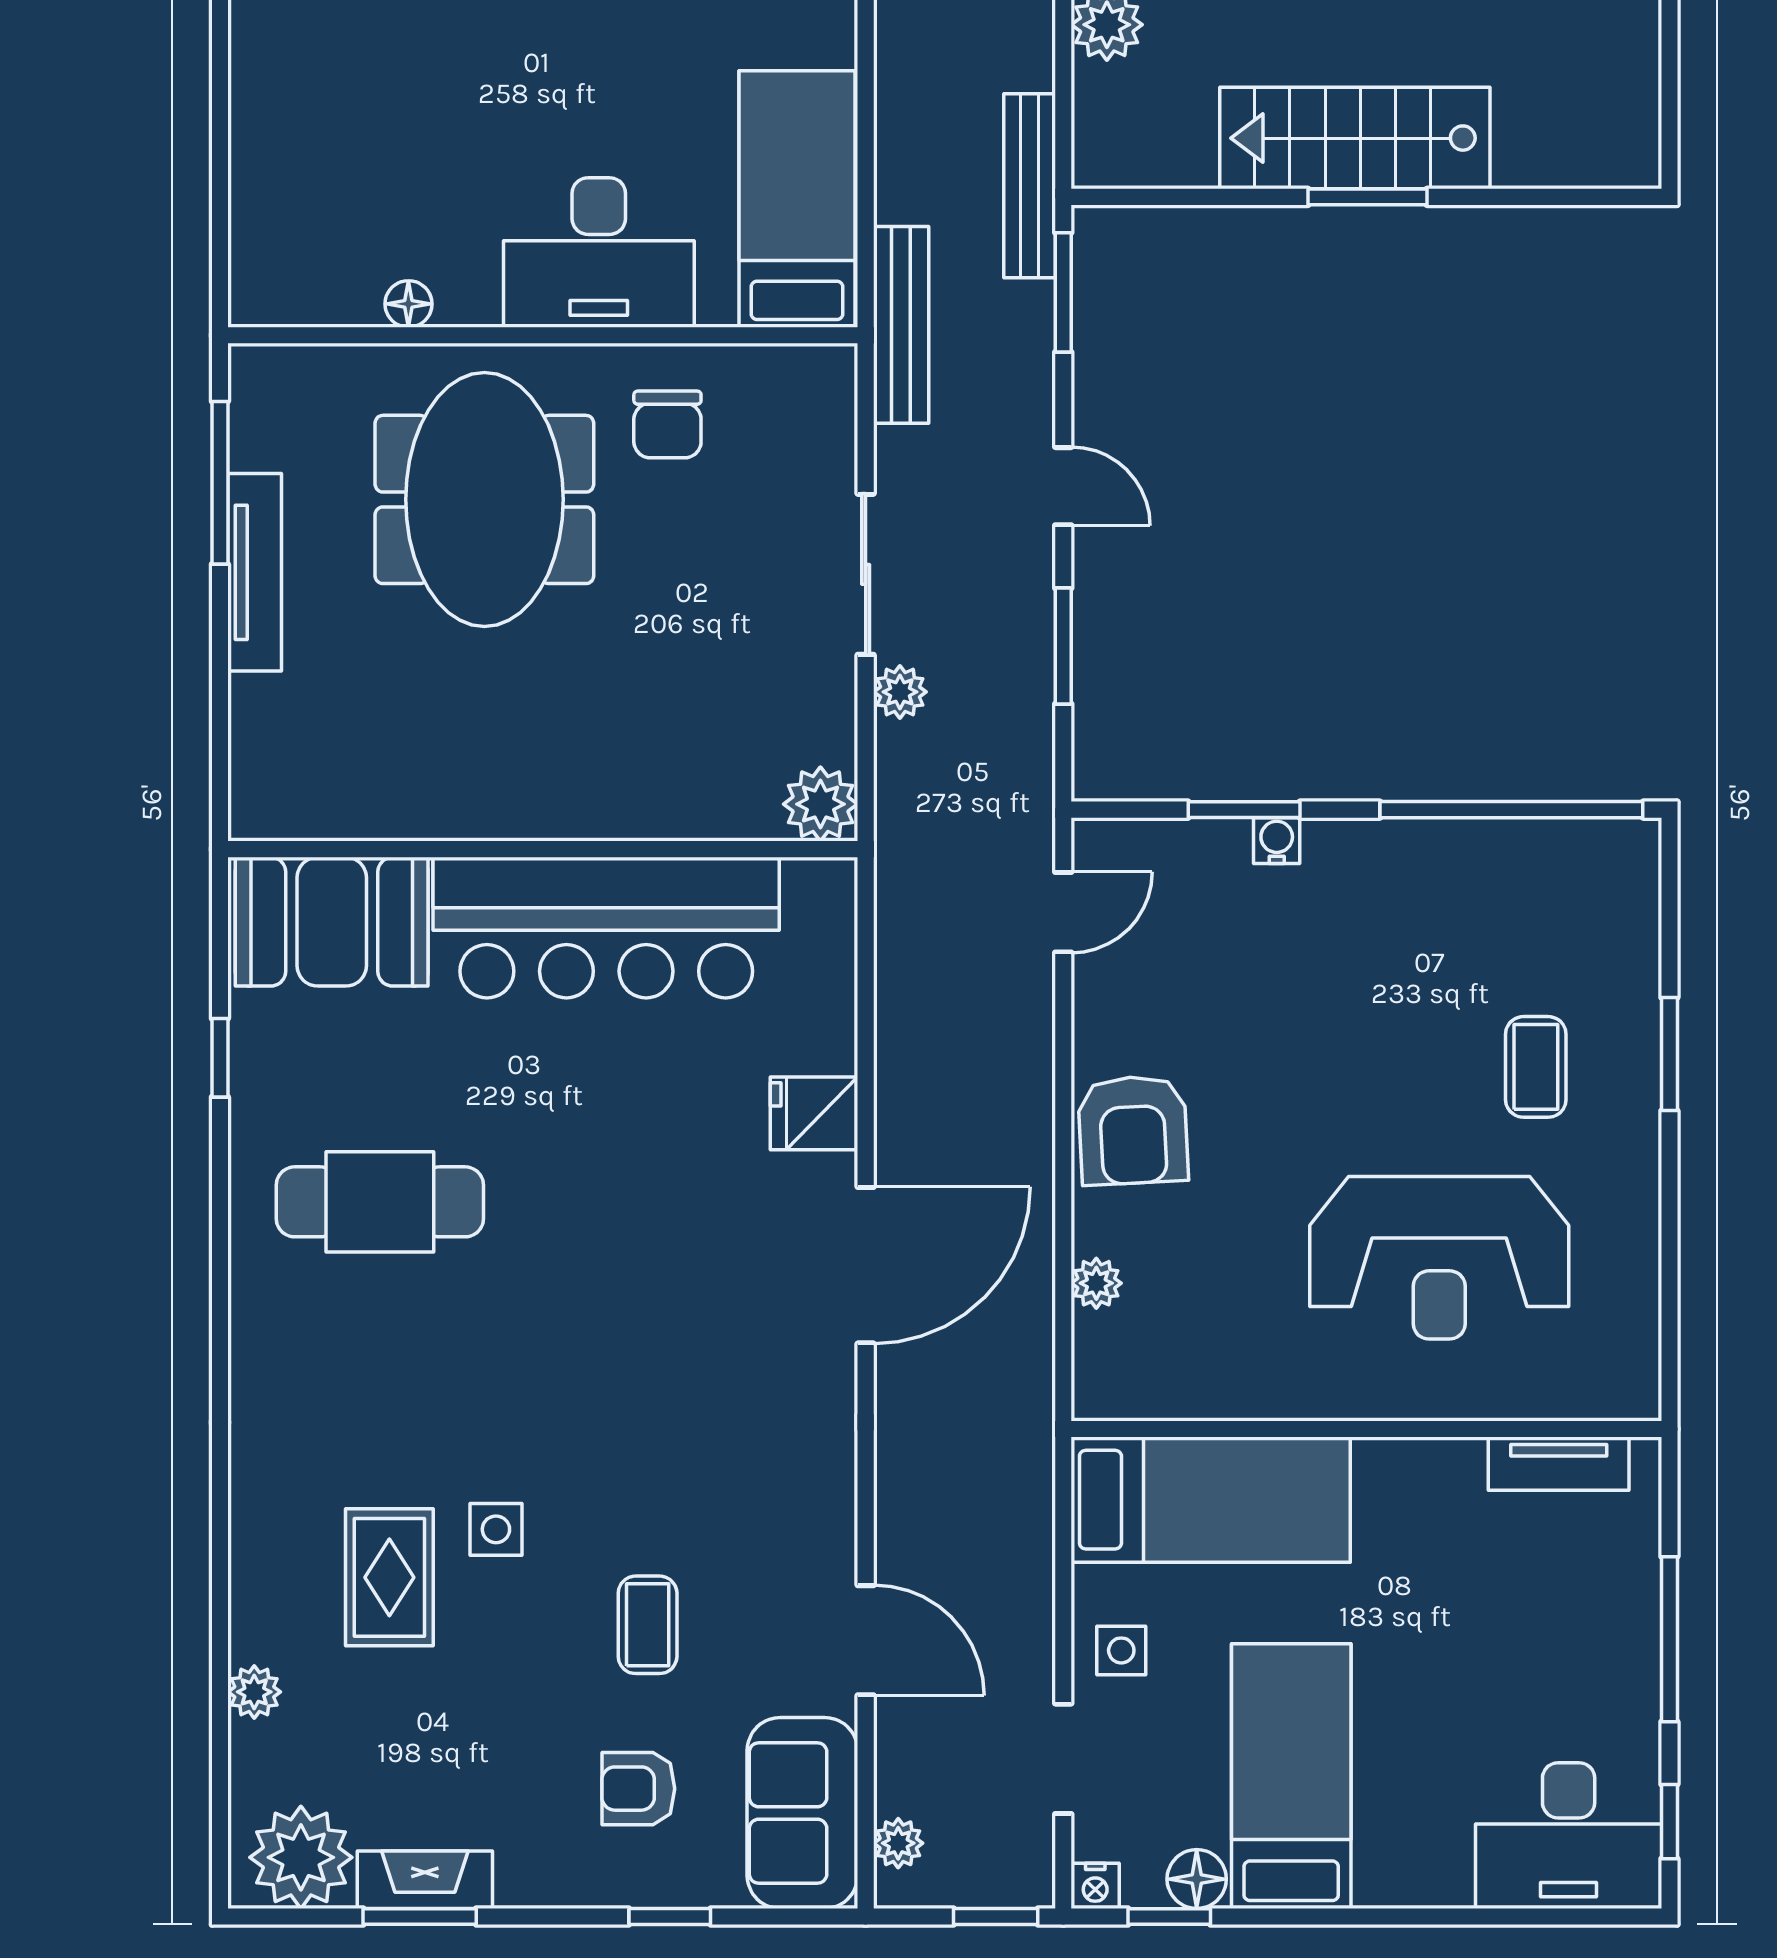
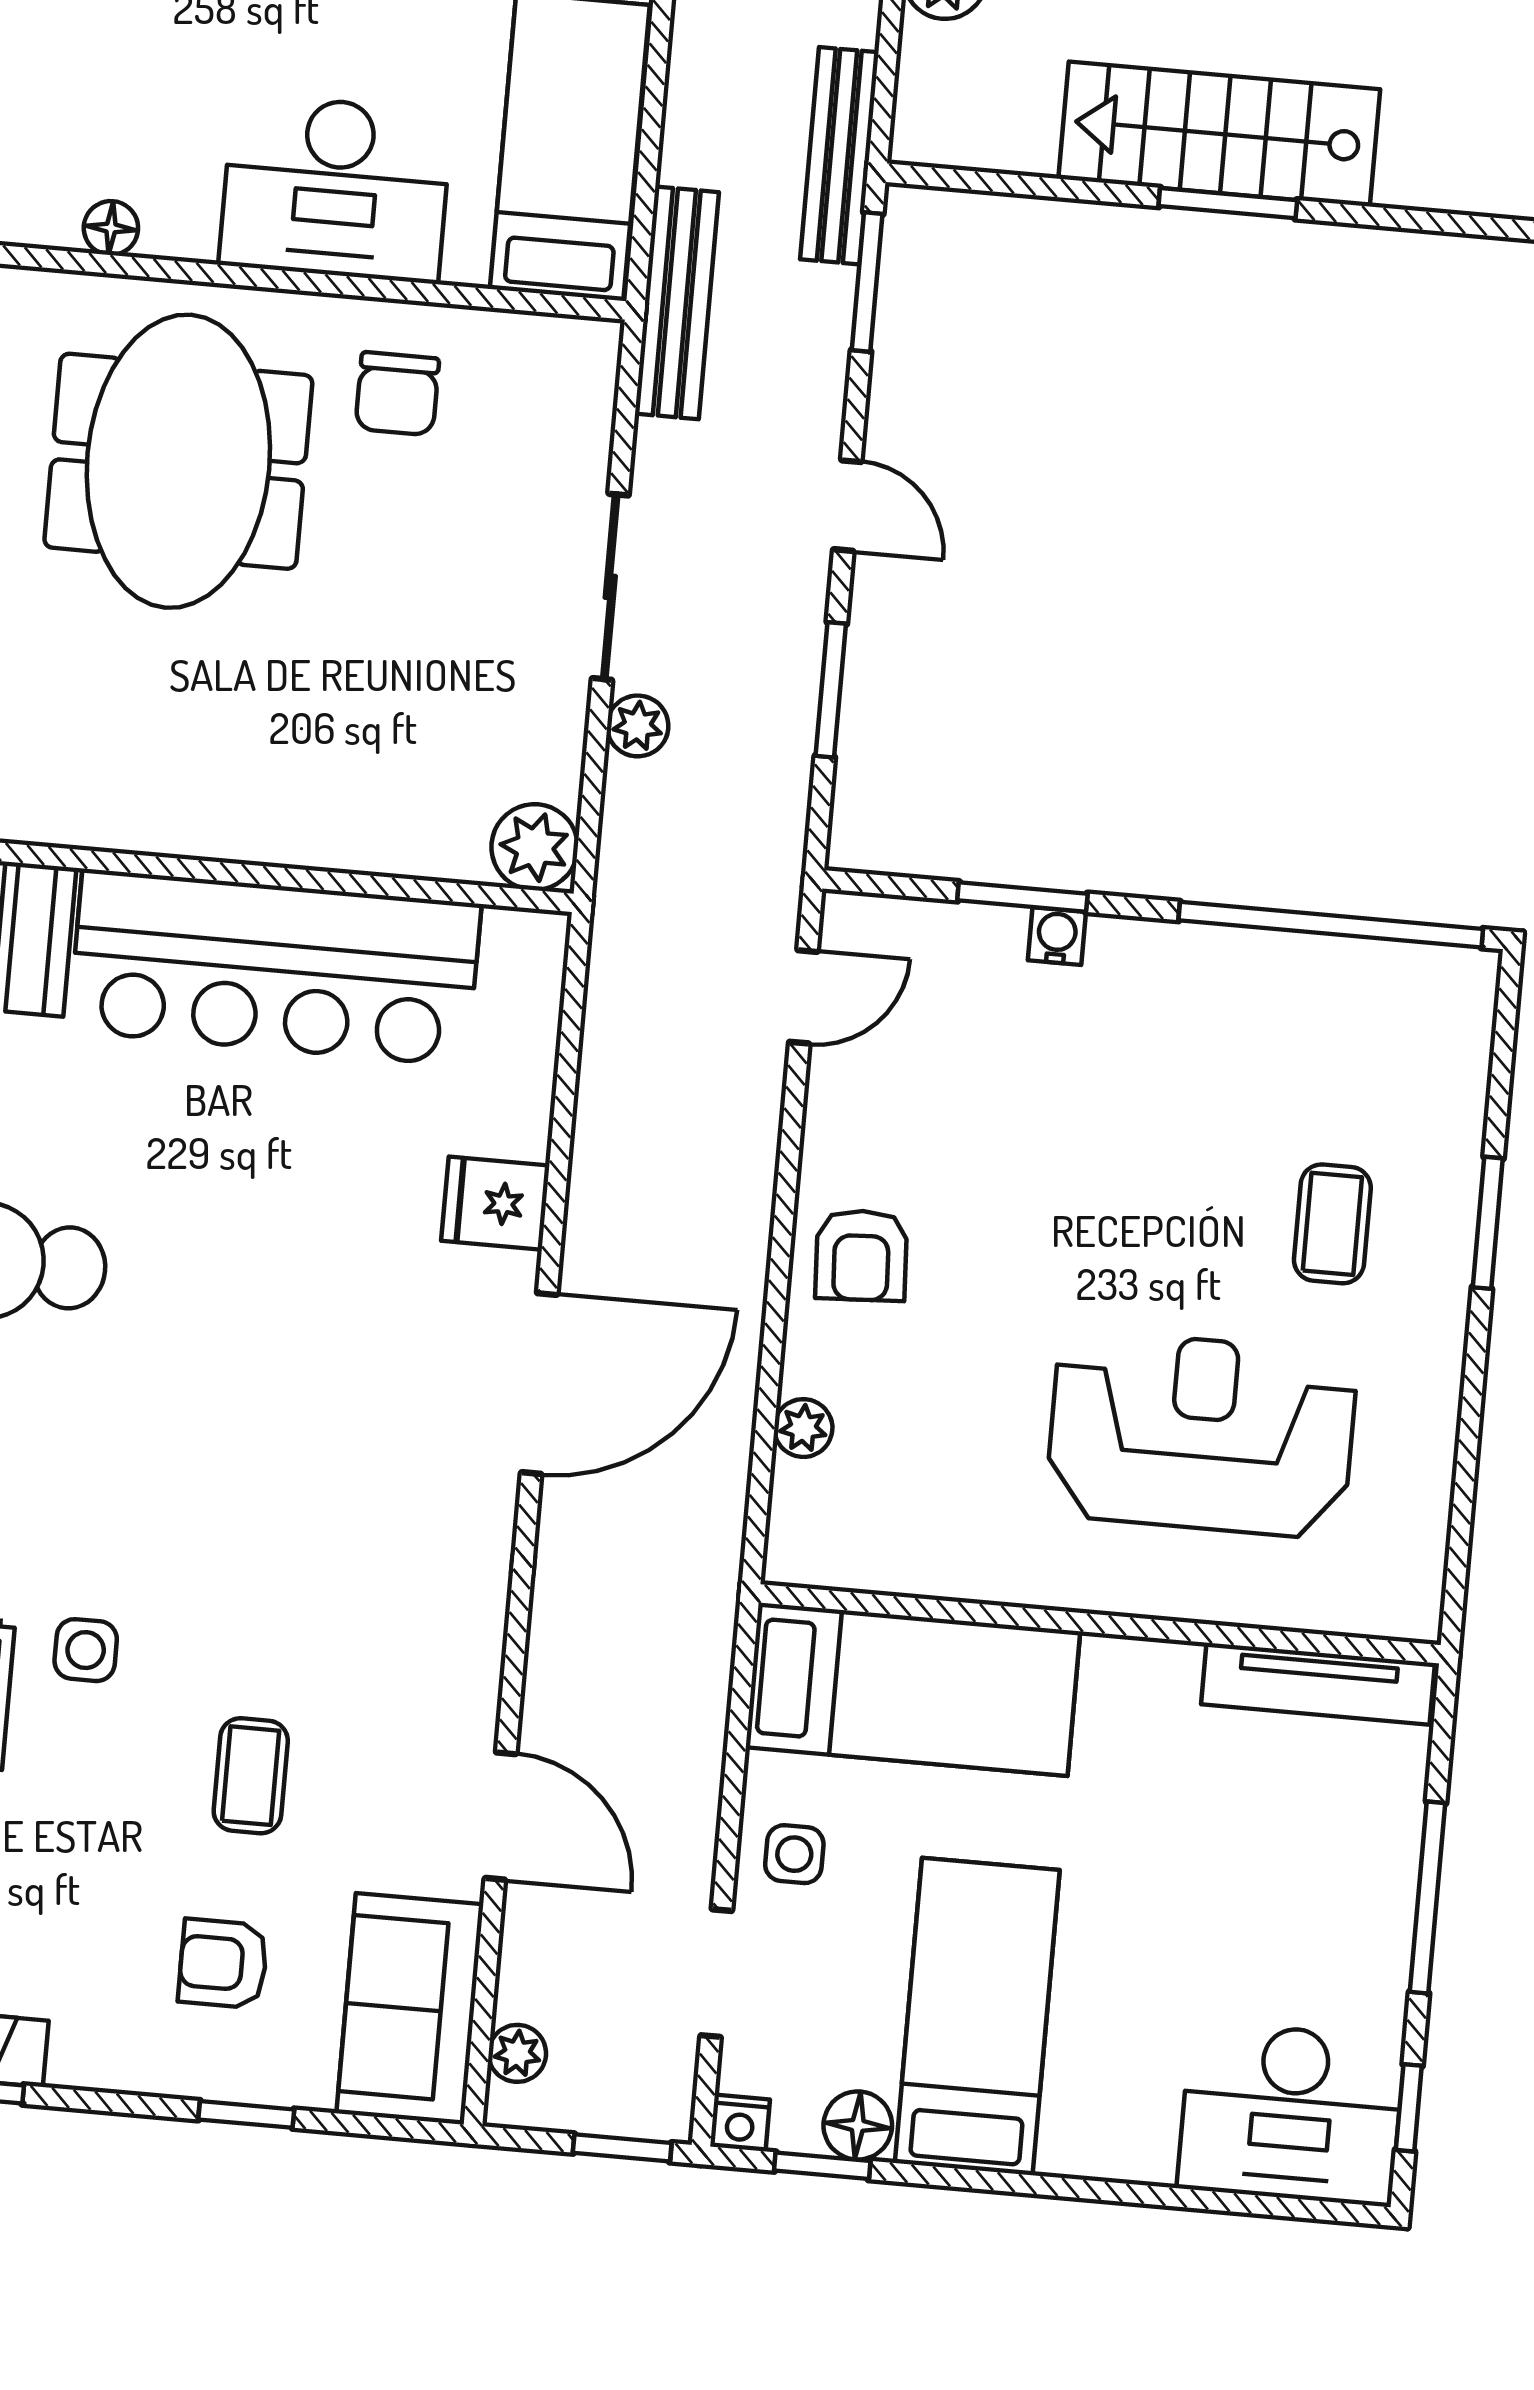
armchair: (1133, 1130) -> (861, 1255), width x0.72, depth x0.72
reception desk: (1439, 1258) -> (1201, 1434), turned 180
tv unit: (1559, 1464) -> (1318, 1684), width x1.41

